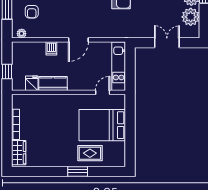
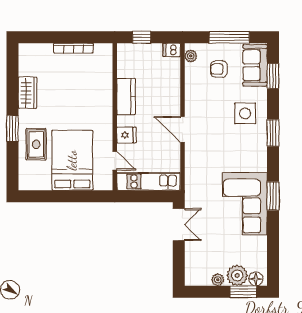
plant: (191, 17) -> (218, 280), width x0.53, depth x0.53
double door: (167, 43) -> (179, 224), moved
dishwasher: (51, 48) -> (172, 50), moved
fridge: (32, 83) -> (126, 135), moved
wardrobe: (19, 153) -> (27, 93), moved, turned -90

